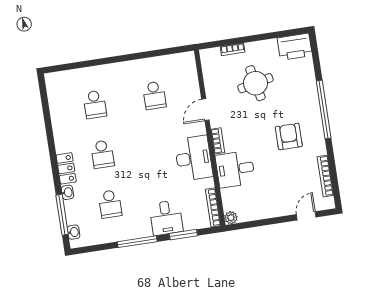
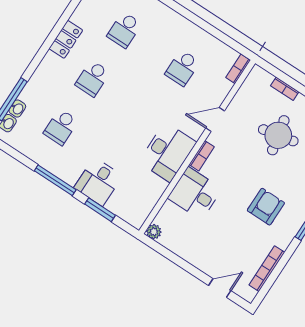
locker: (66, 168) -> (66, 39), moved
washbasin: (67, 192) -> (17, 108), moved
bookcase: (213, 207) -> (238, 69), moved, width x0.64

